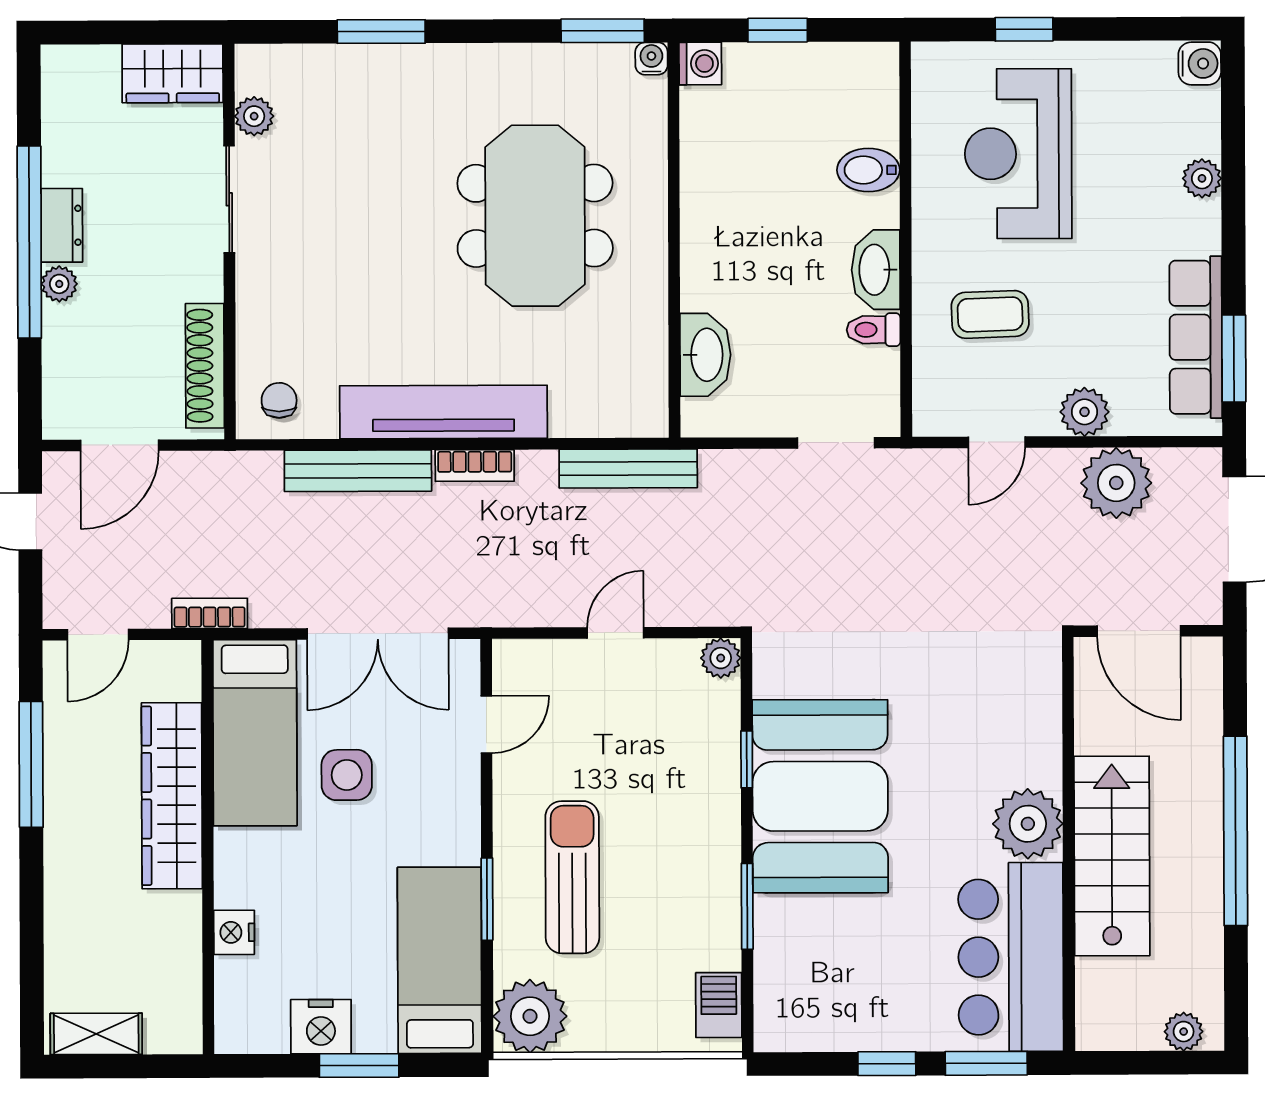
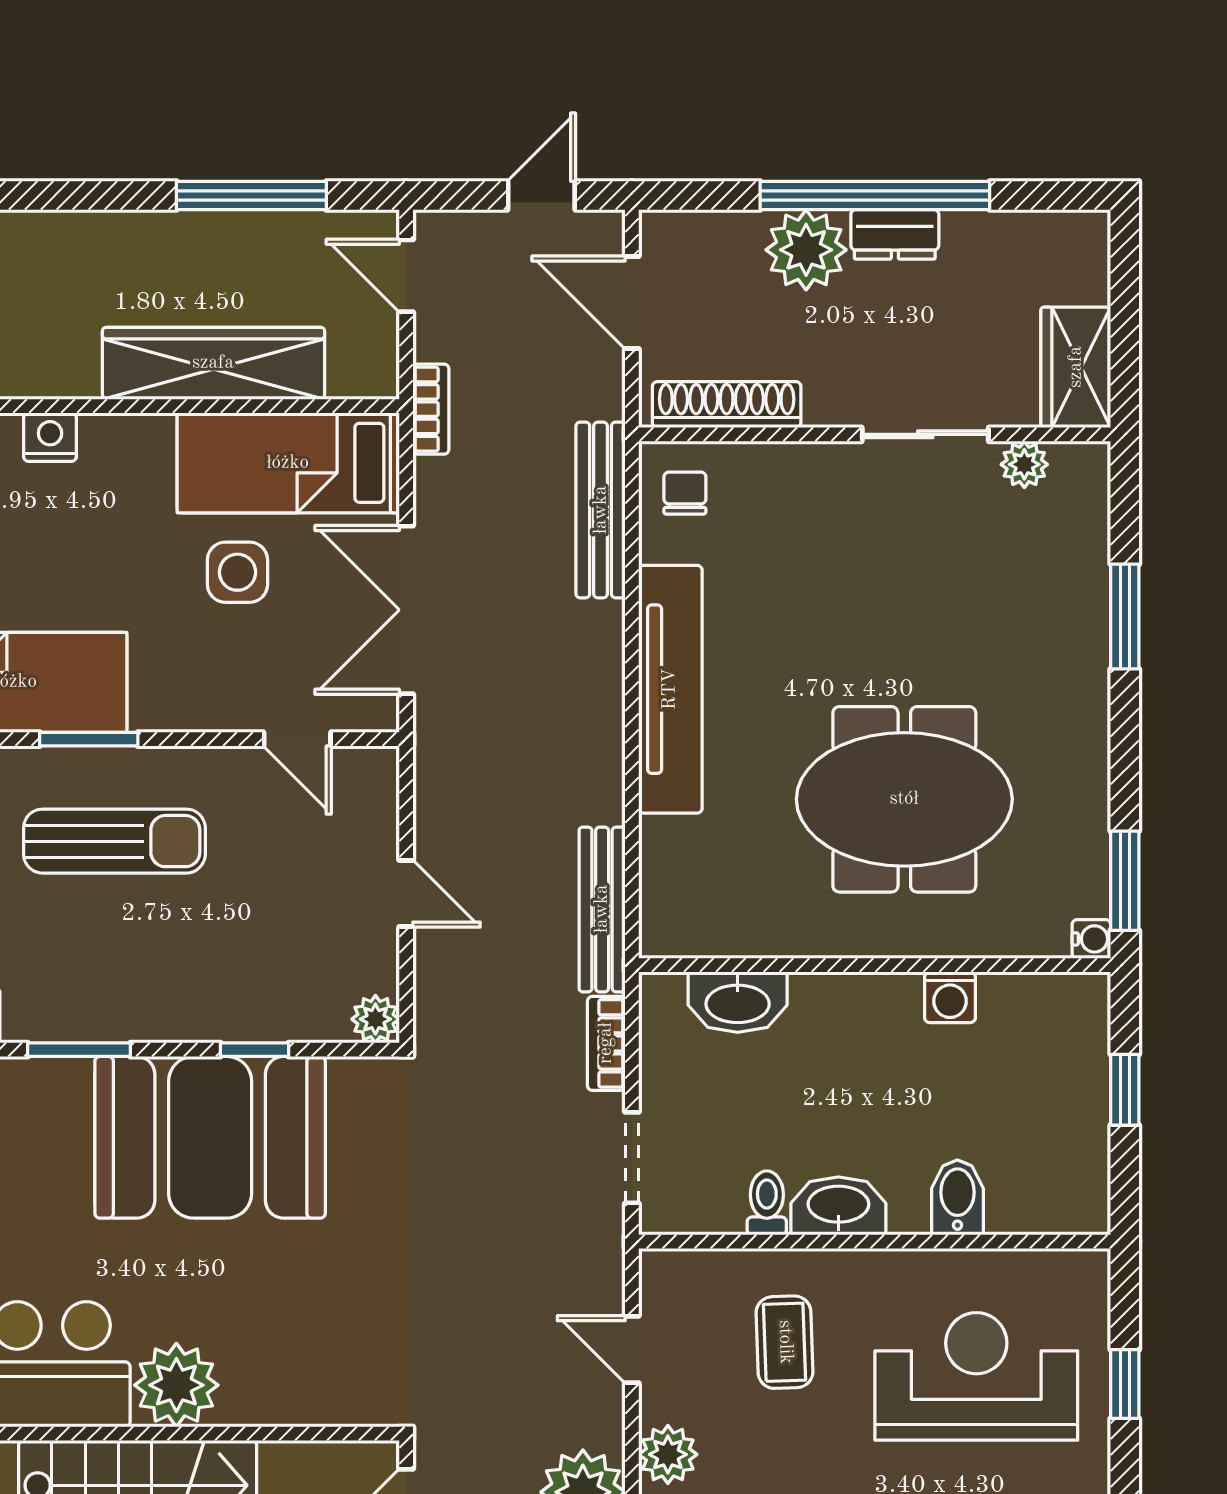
washing machine: (700, 63) -> (950, 997), moved
plant: (59, 284) -> (806, 250), width x1.88, depth x1.88
chair: (279, 400) -> (685, 493), turned -90
bookcase: (475, 466) -> (606, 1043), moved
bench: (358, 471) -> (601, 510), moved

